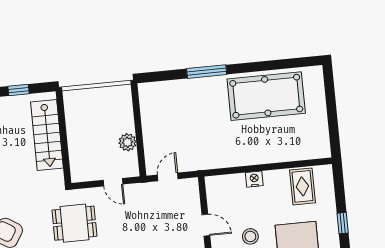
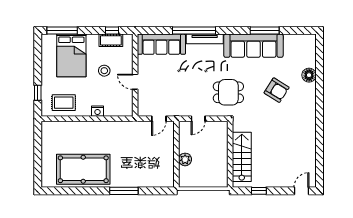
plant: (127, 142) -> (185, 159), moved
door: (113, 182) -> (198, 119), swing flipped
rug: (302, 186) -> (64, 103), turned 90
window: (343, 223) -> (38, 93), moved

